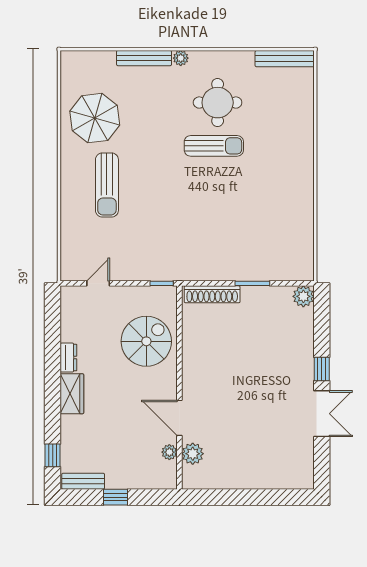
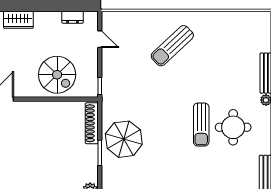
parasol: (95, 118) -> (124, 139), moved
sun lounger: (107, 185) -> (172, 46), turned -43
dresser: (68, 358) -> (72, 17), moved

